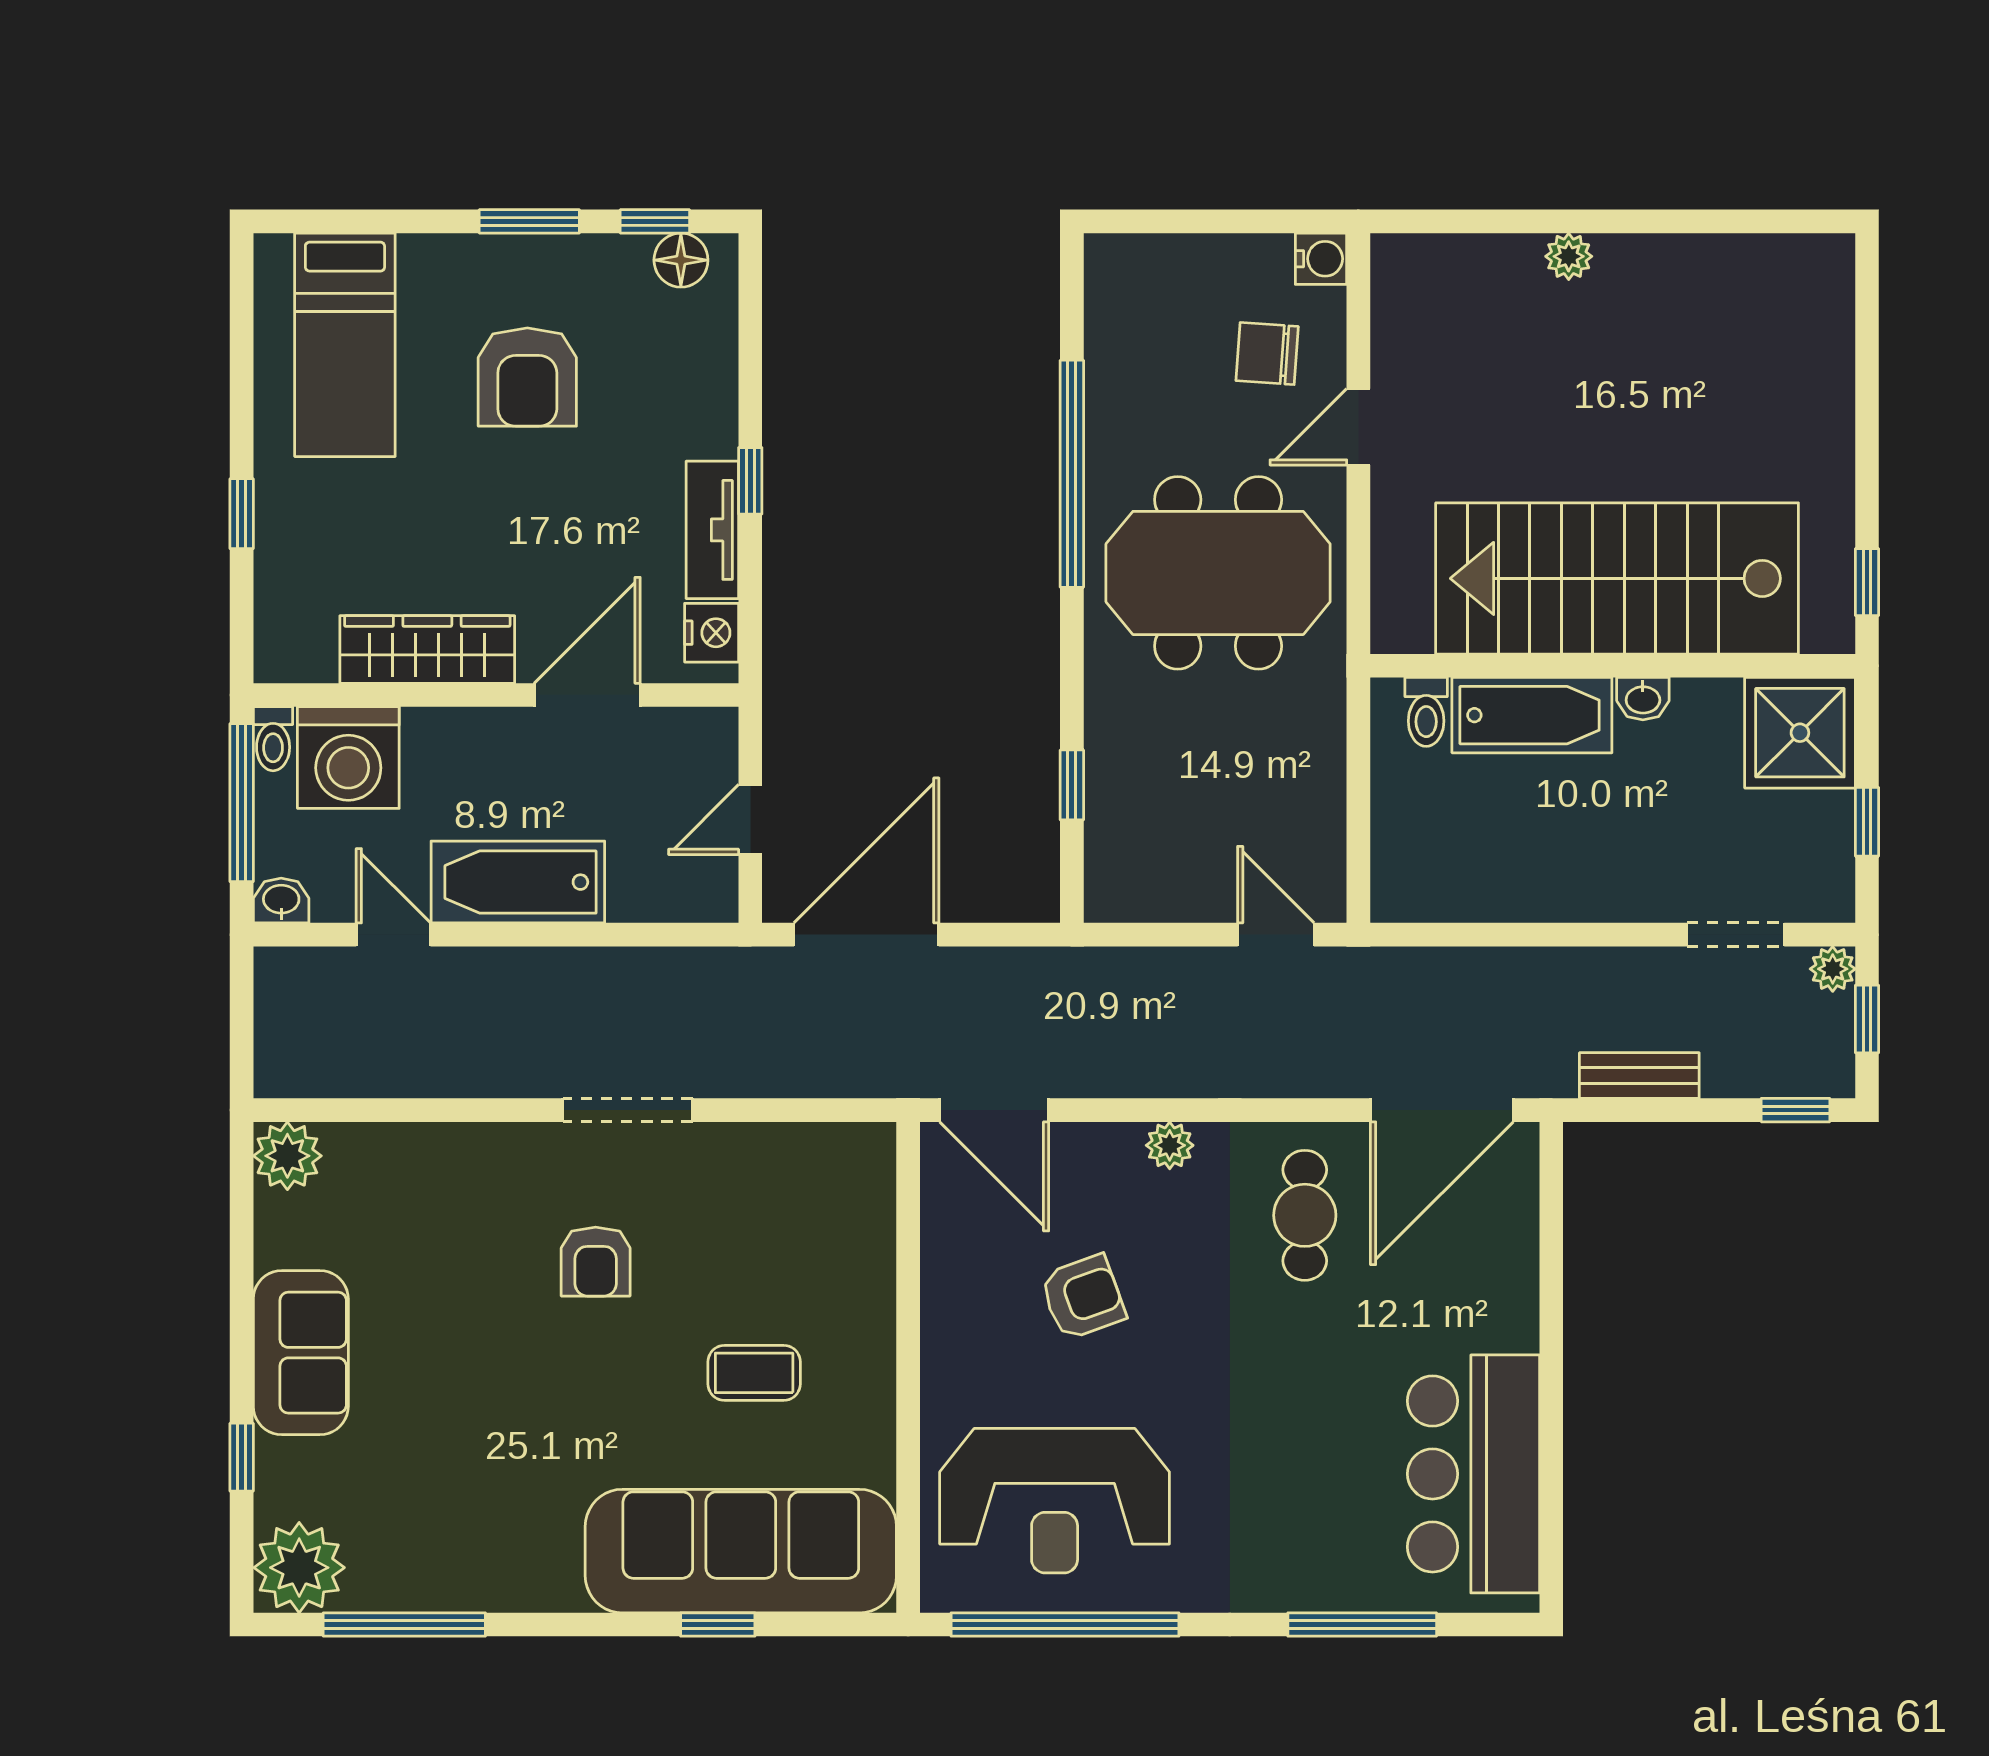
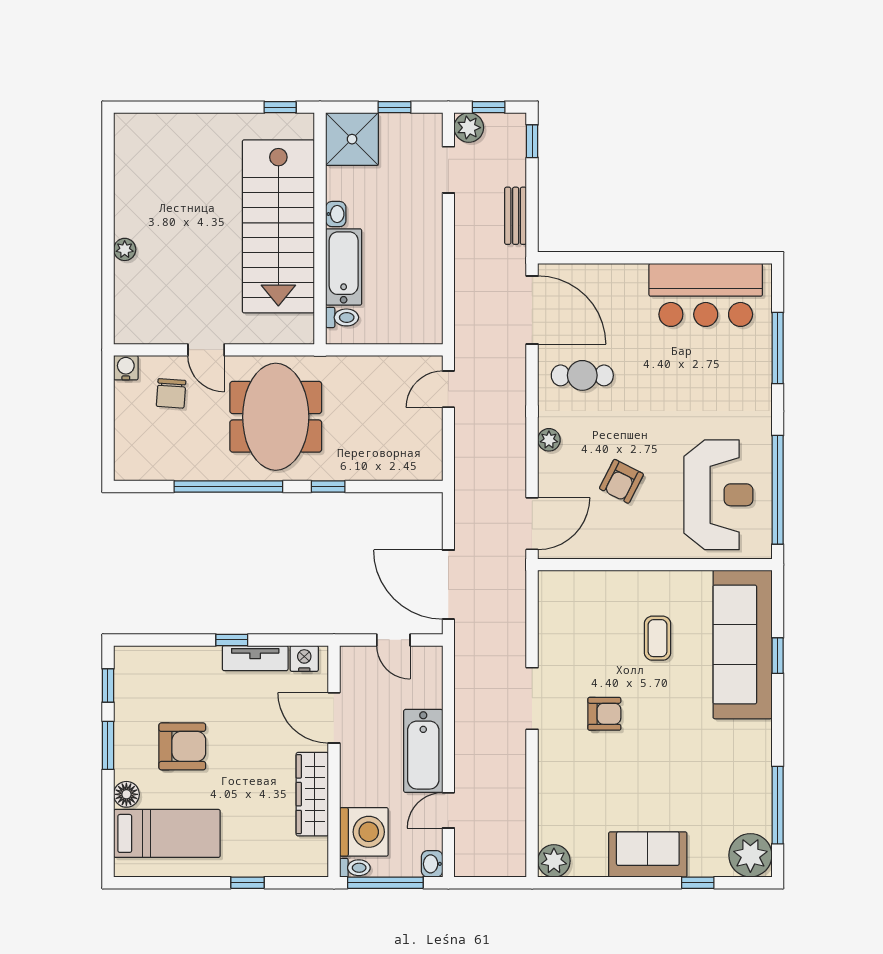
floor lamp: (681, 260) -> (126, 794), moved
window: (1072, 785) -> (328, 487), moved
plant: (1833, 969) -> (469, 128), width x1.38, depth x1.38
armchair: (1083, 1297) -> (621, 481), turned -133

